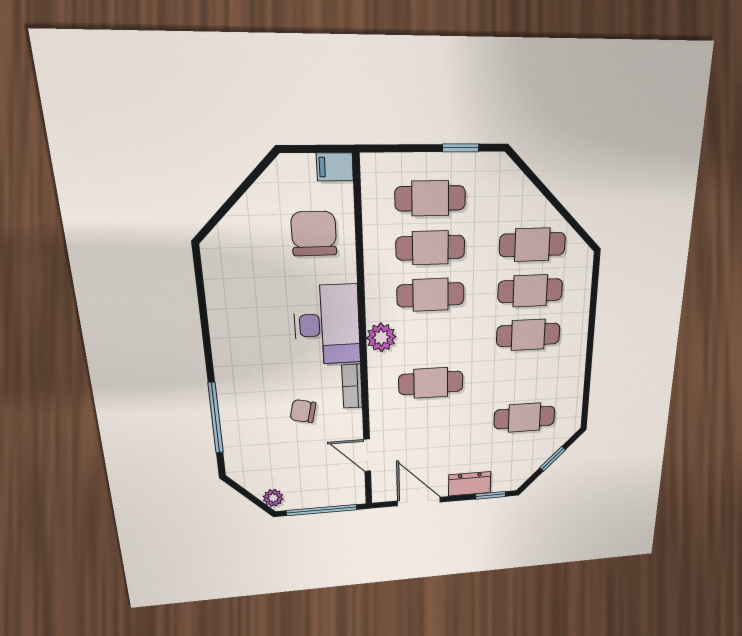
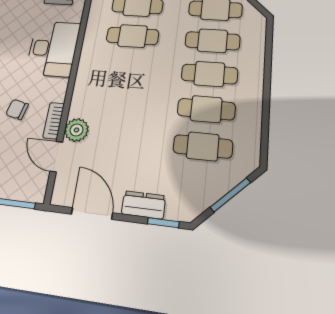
plant: (381, 337) -> (76, 130), moved
cafe table: (431, 383) -> (206, 109), moved
bookcase: (352, 386) -> (54, 121), moved
window: (553, 459) -> (230, 195), width x1.50

